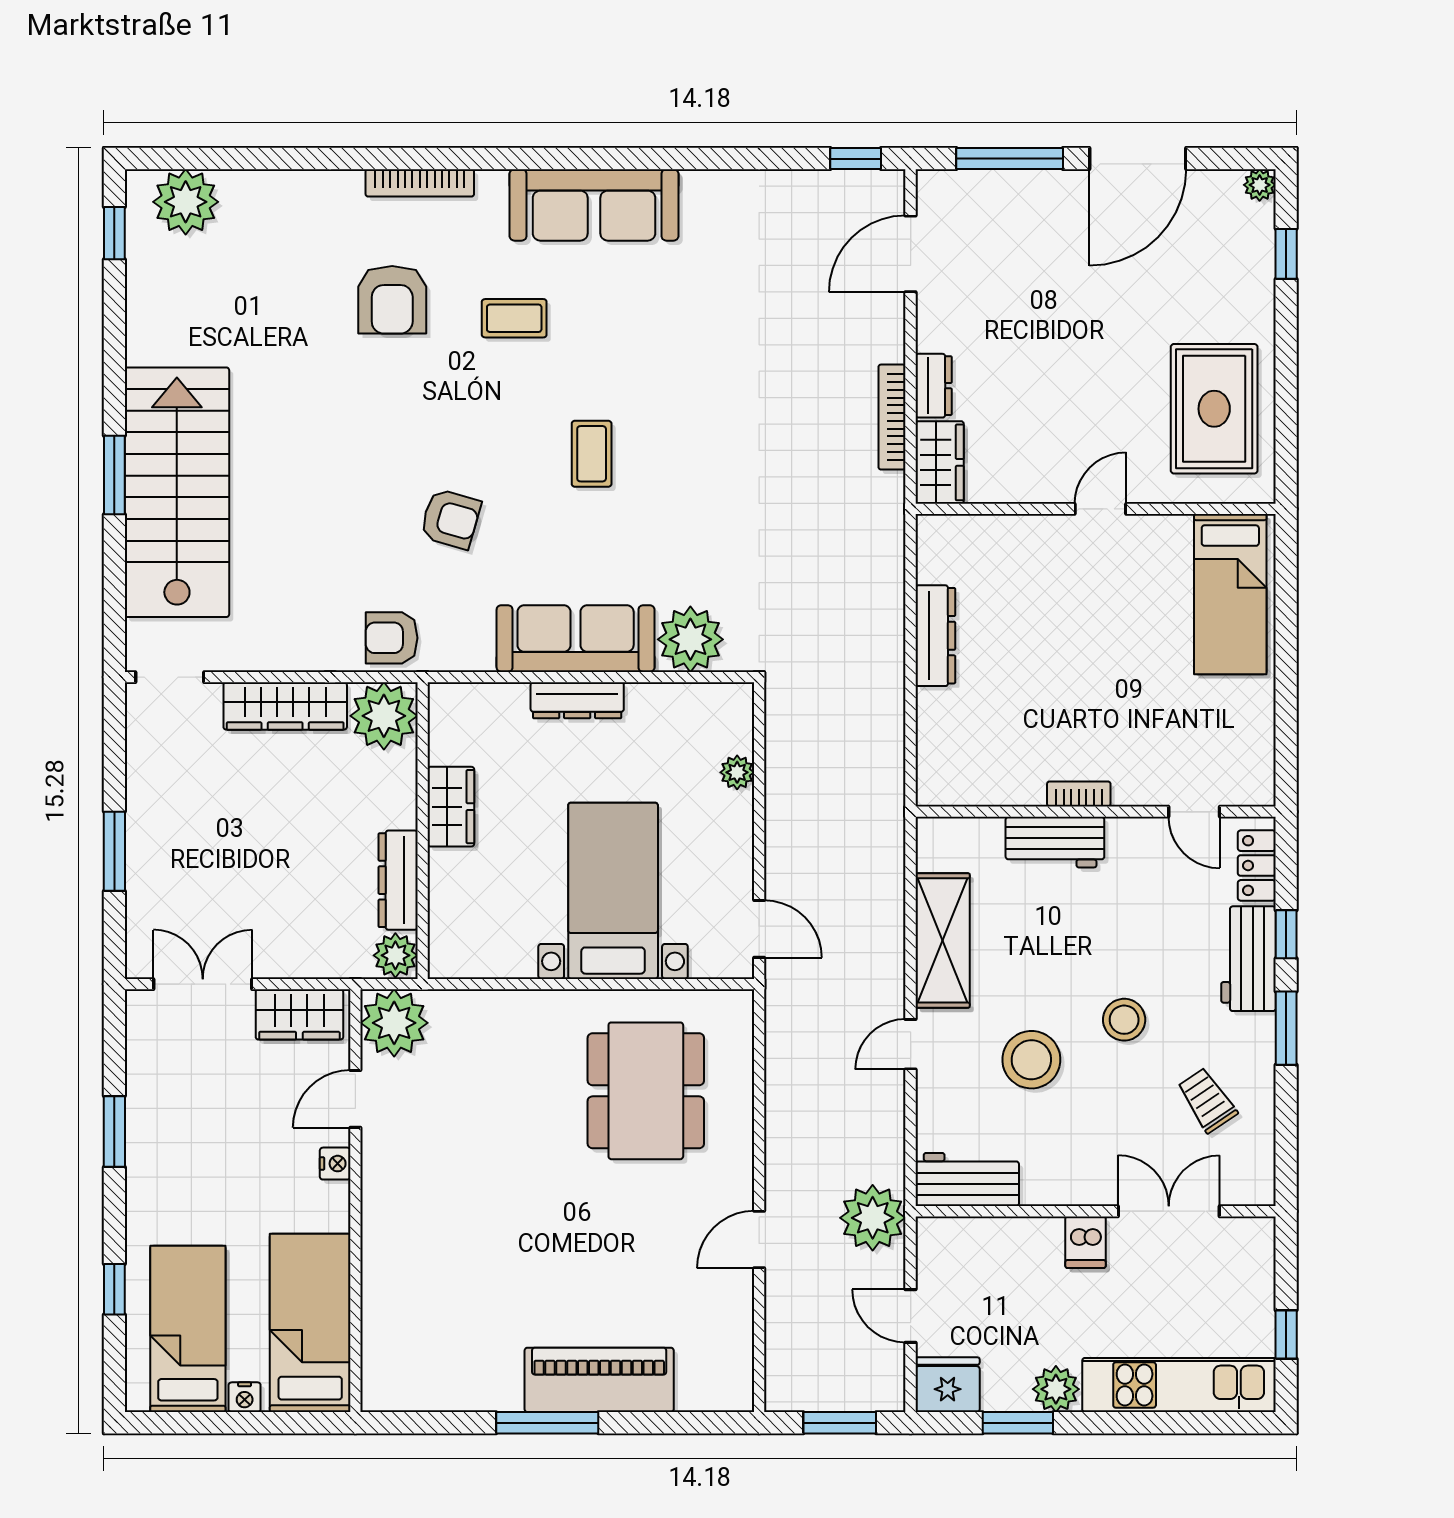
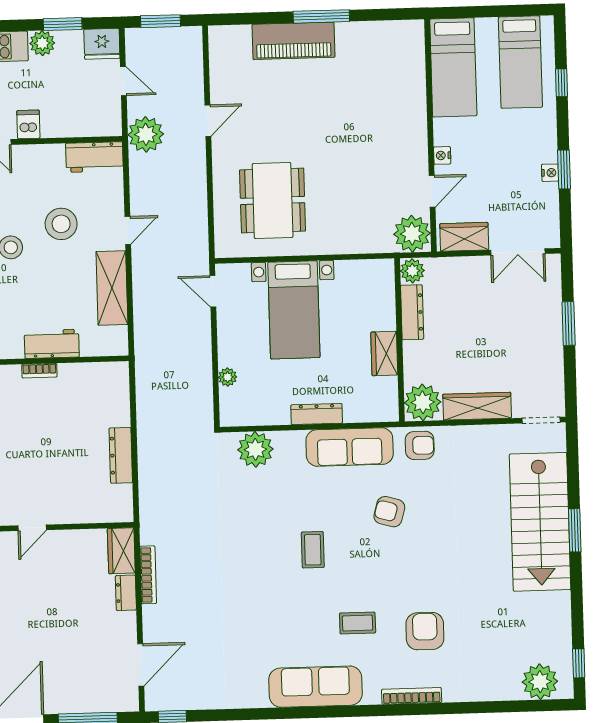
sofa: (576, 639) -> (350, 447), moved
nightstand: (245, 1397) -> (550, 173), moved, turned 90

